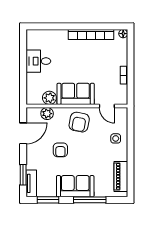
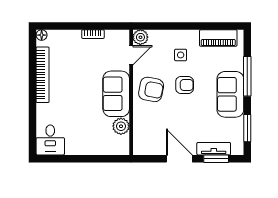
desk: (38, 61) -> (50, 140), moved
plant: (47, 114) -> (140, 37), moved
door: (23, 133) -> (179, 159), moved
side table: (116, 138) -> (181, 55), moved
armchair: (60, 150) -> (185, 85), moved
tv unit: (31, 183) -> (214, 149), moved

